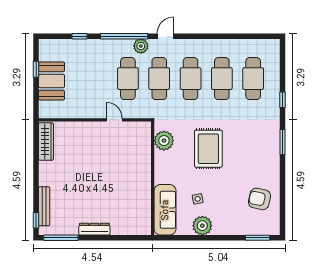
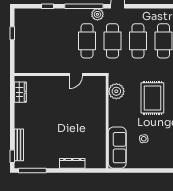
booth: (52, 81) -> (25, 43), removed
door: (114, 120) -> (76, 74), swing flipped
wardrobe: (46, 142) -> (20, 92), width x0.67
plant: (202, 226) -> (148, 161), removed
dresser: (94, 229) -> (72, 163), moved

